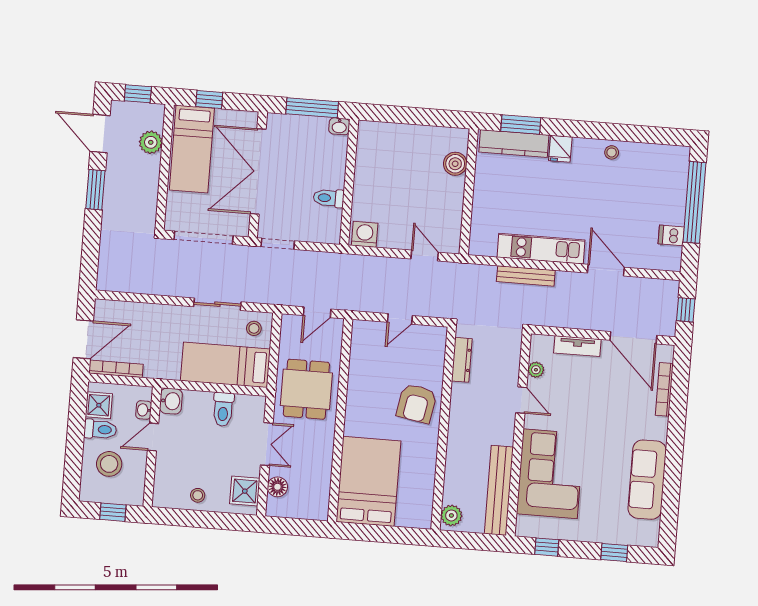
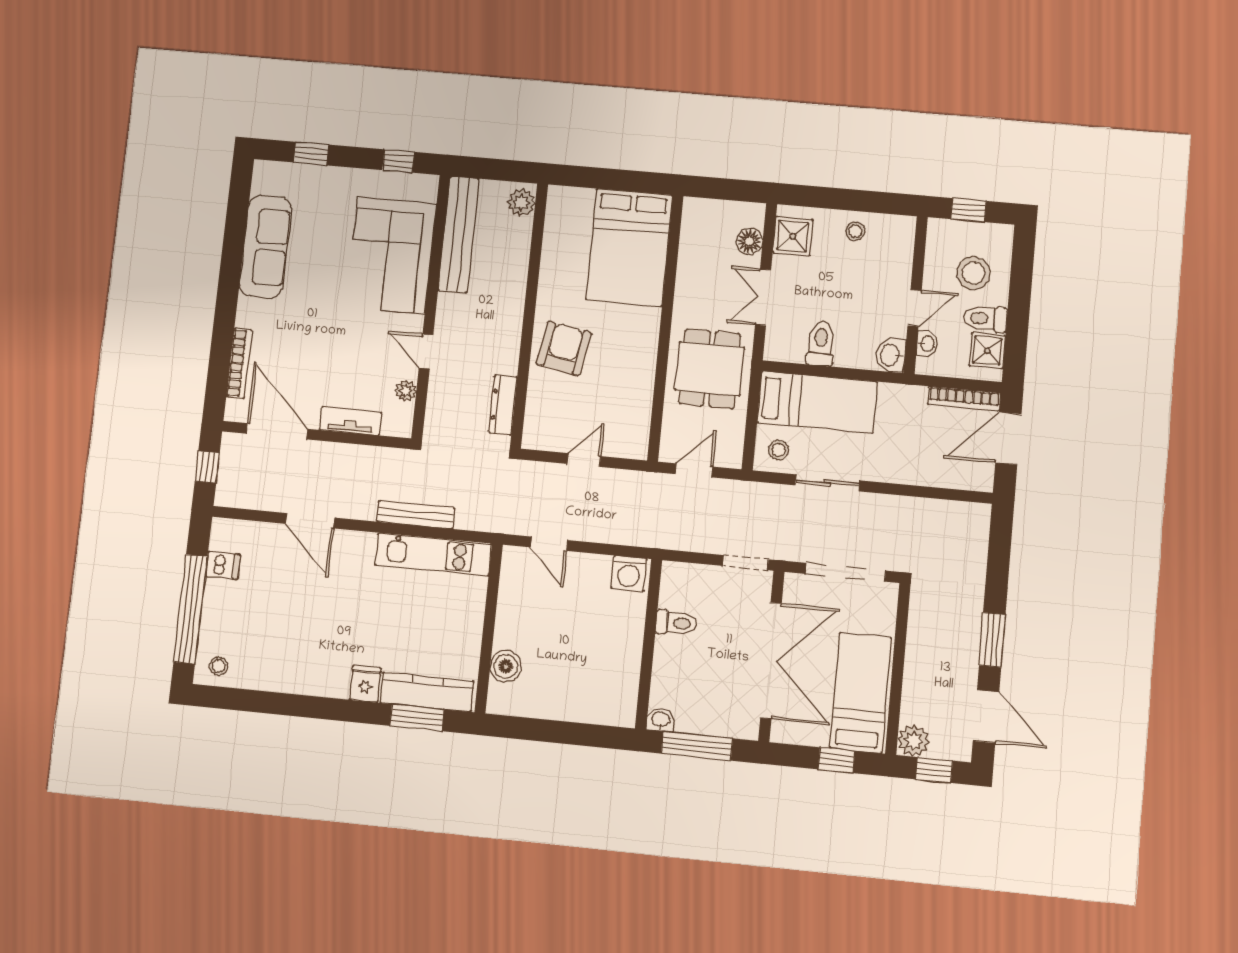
plant: (151, 142) -> (913, 741), moved
stool: (612, 152) -> (219, 666), moved
kitchen unit: (541, 249) -> (433, 554), moved

